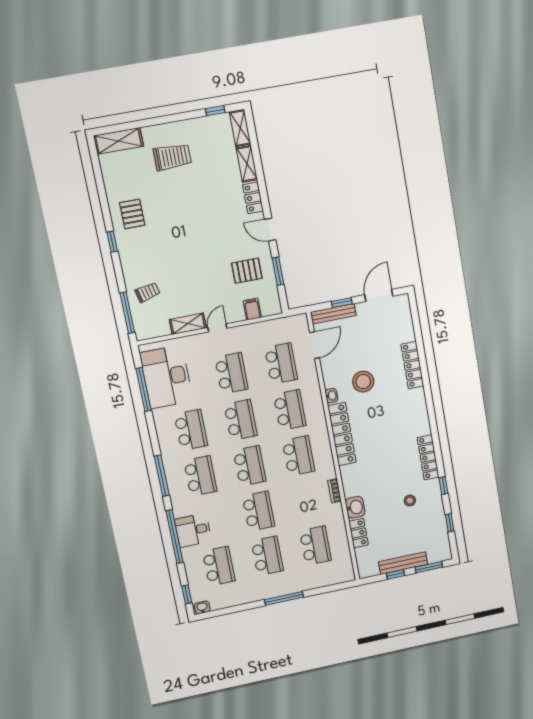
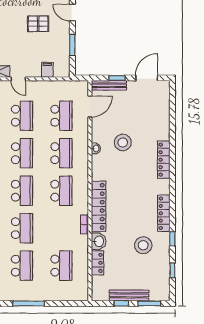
pallet: (247, 271) -> (38, 24), moved
door: (217, 328) -> (18, 79), swing flipped
locker: (412, 365) -> (164, 160), moved
locker: (342, 434) -> (99, 206), moved
stool: (410, 501) -> (143, 245), width x1.89, depth x1.89

